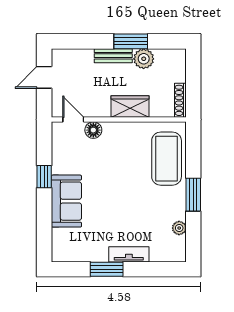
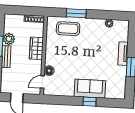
coffee table: (167, 159) -> (68, 29), width x0.73, depth x0.76
window: (44, 177) -> (90, 102), moved
window: (193, 195) -> (76, 13), moved

